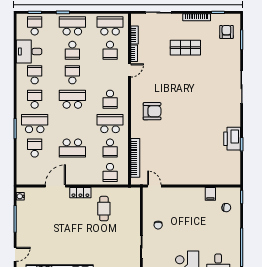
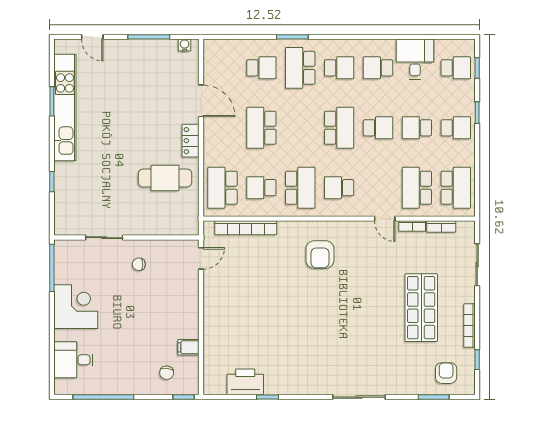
school desk: (72, 26) -> (456, 128), width x0.54
armchair: (226, 32) -> (446, 373), turned -90
shop shelf: (185, 48) -> (421, 308), width x1.43, depth x1.36
school desk: (110, 50) -> (417, 188), width x1.85
school desk: (35, 75) -> (378, 68), turned 180
school desk: (35, 124) -> (300, 68), turned 180
printer: (232, 139) -> (245, 382), moved
school desk: (110, 172) -> (222, 188), width x1.85
cafe table: (104, 209) -> (165, 178), width x1.37, depth x1.35

